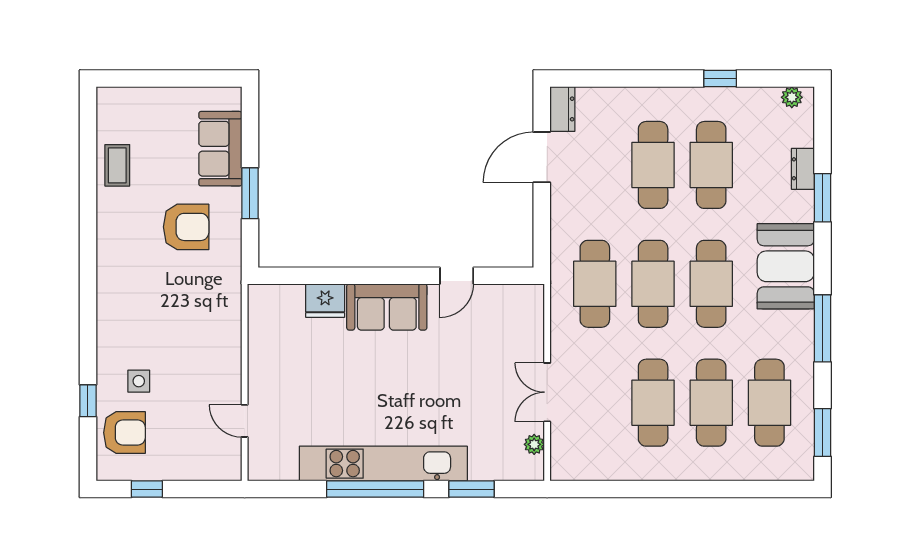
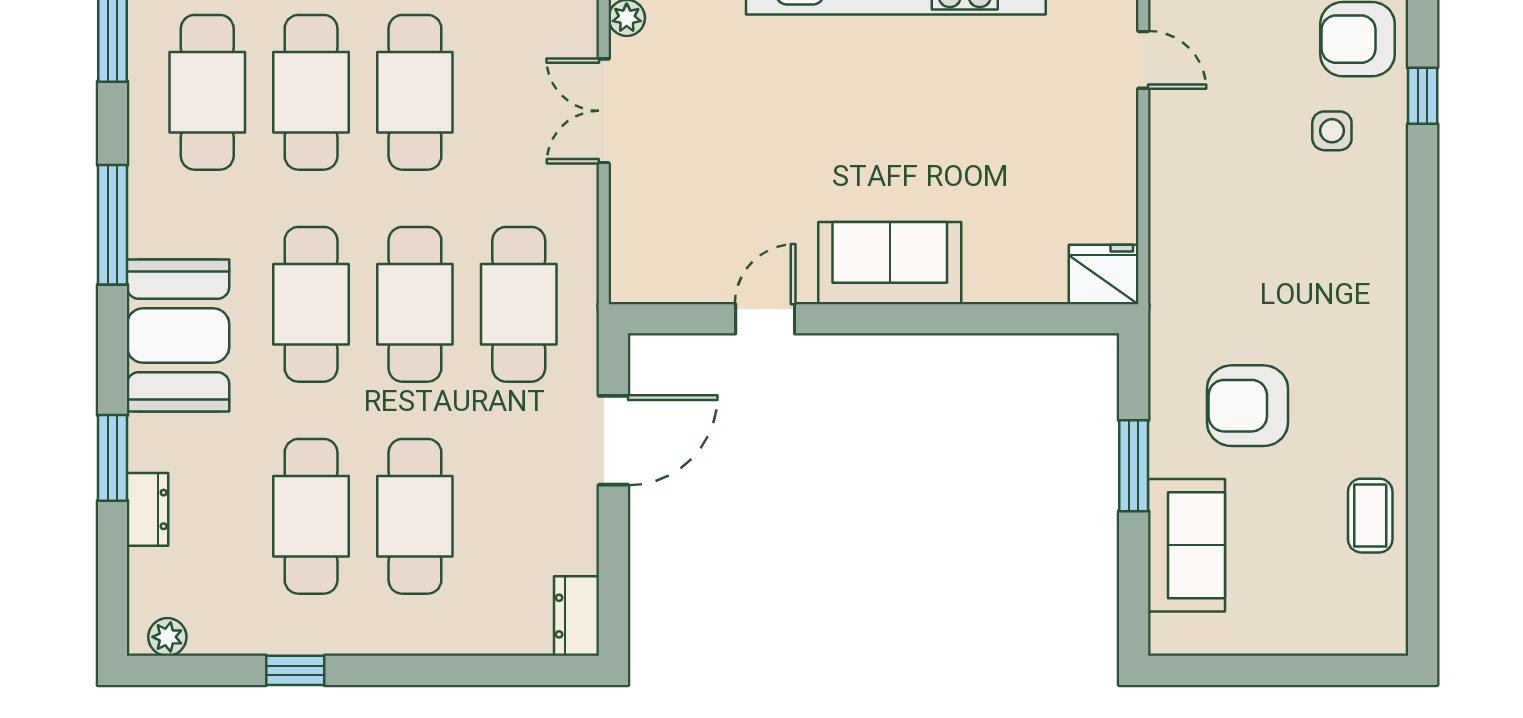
door: (542, 157) -> (613, 440), moved
fridge: (325, 301) -> (1104, 274), moved
double door: (547, 392) -> (604, 111), swing flipped

